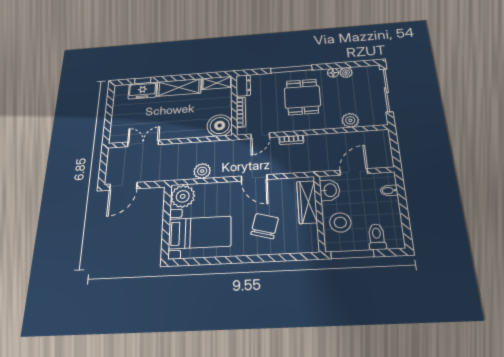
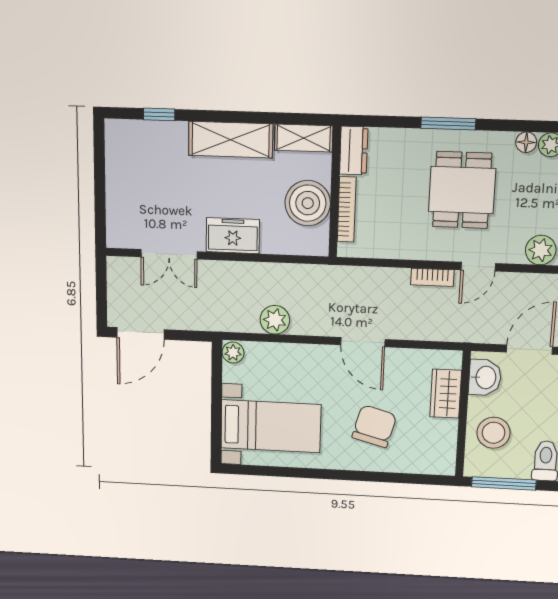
window: (291, 69) -> (448, 124), width x0.69
freezer: (142, 91) -> (233, 236), moved, turned 180
boiler: (220, 125) -> (308, 203), moved
door: (260, 136) -> (478, 267), moved
double door: (143, 143) -> (169, 254), swing flipped
plant: (183, 196) -> (233, 353), width x0.53, depth x0.53
wardrobe: (307, 202) -> (446, 394), width x0.67

